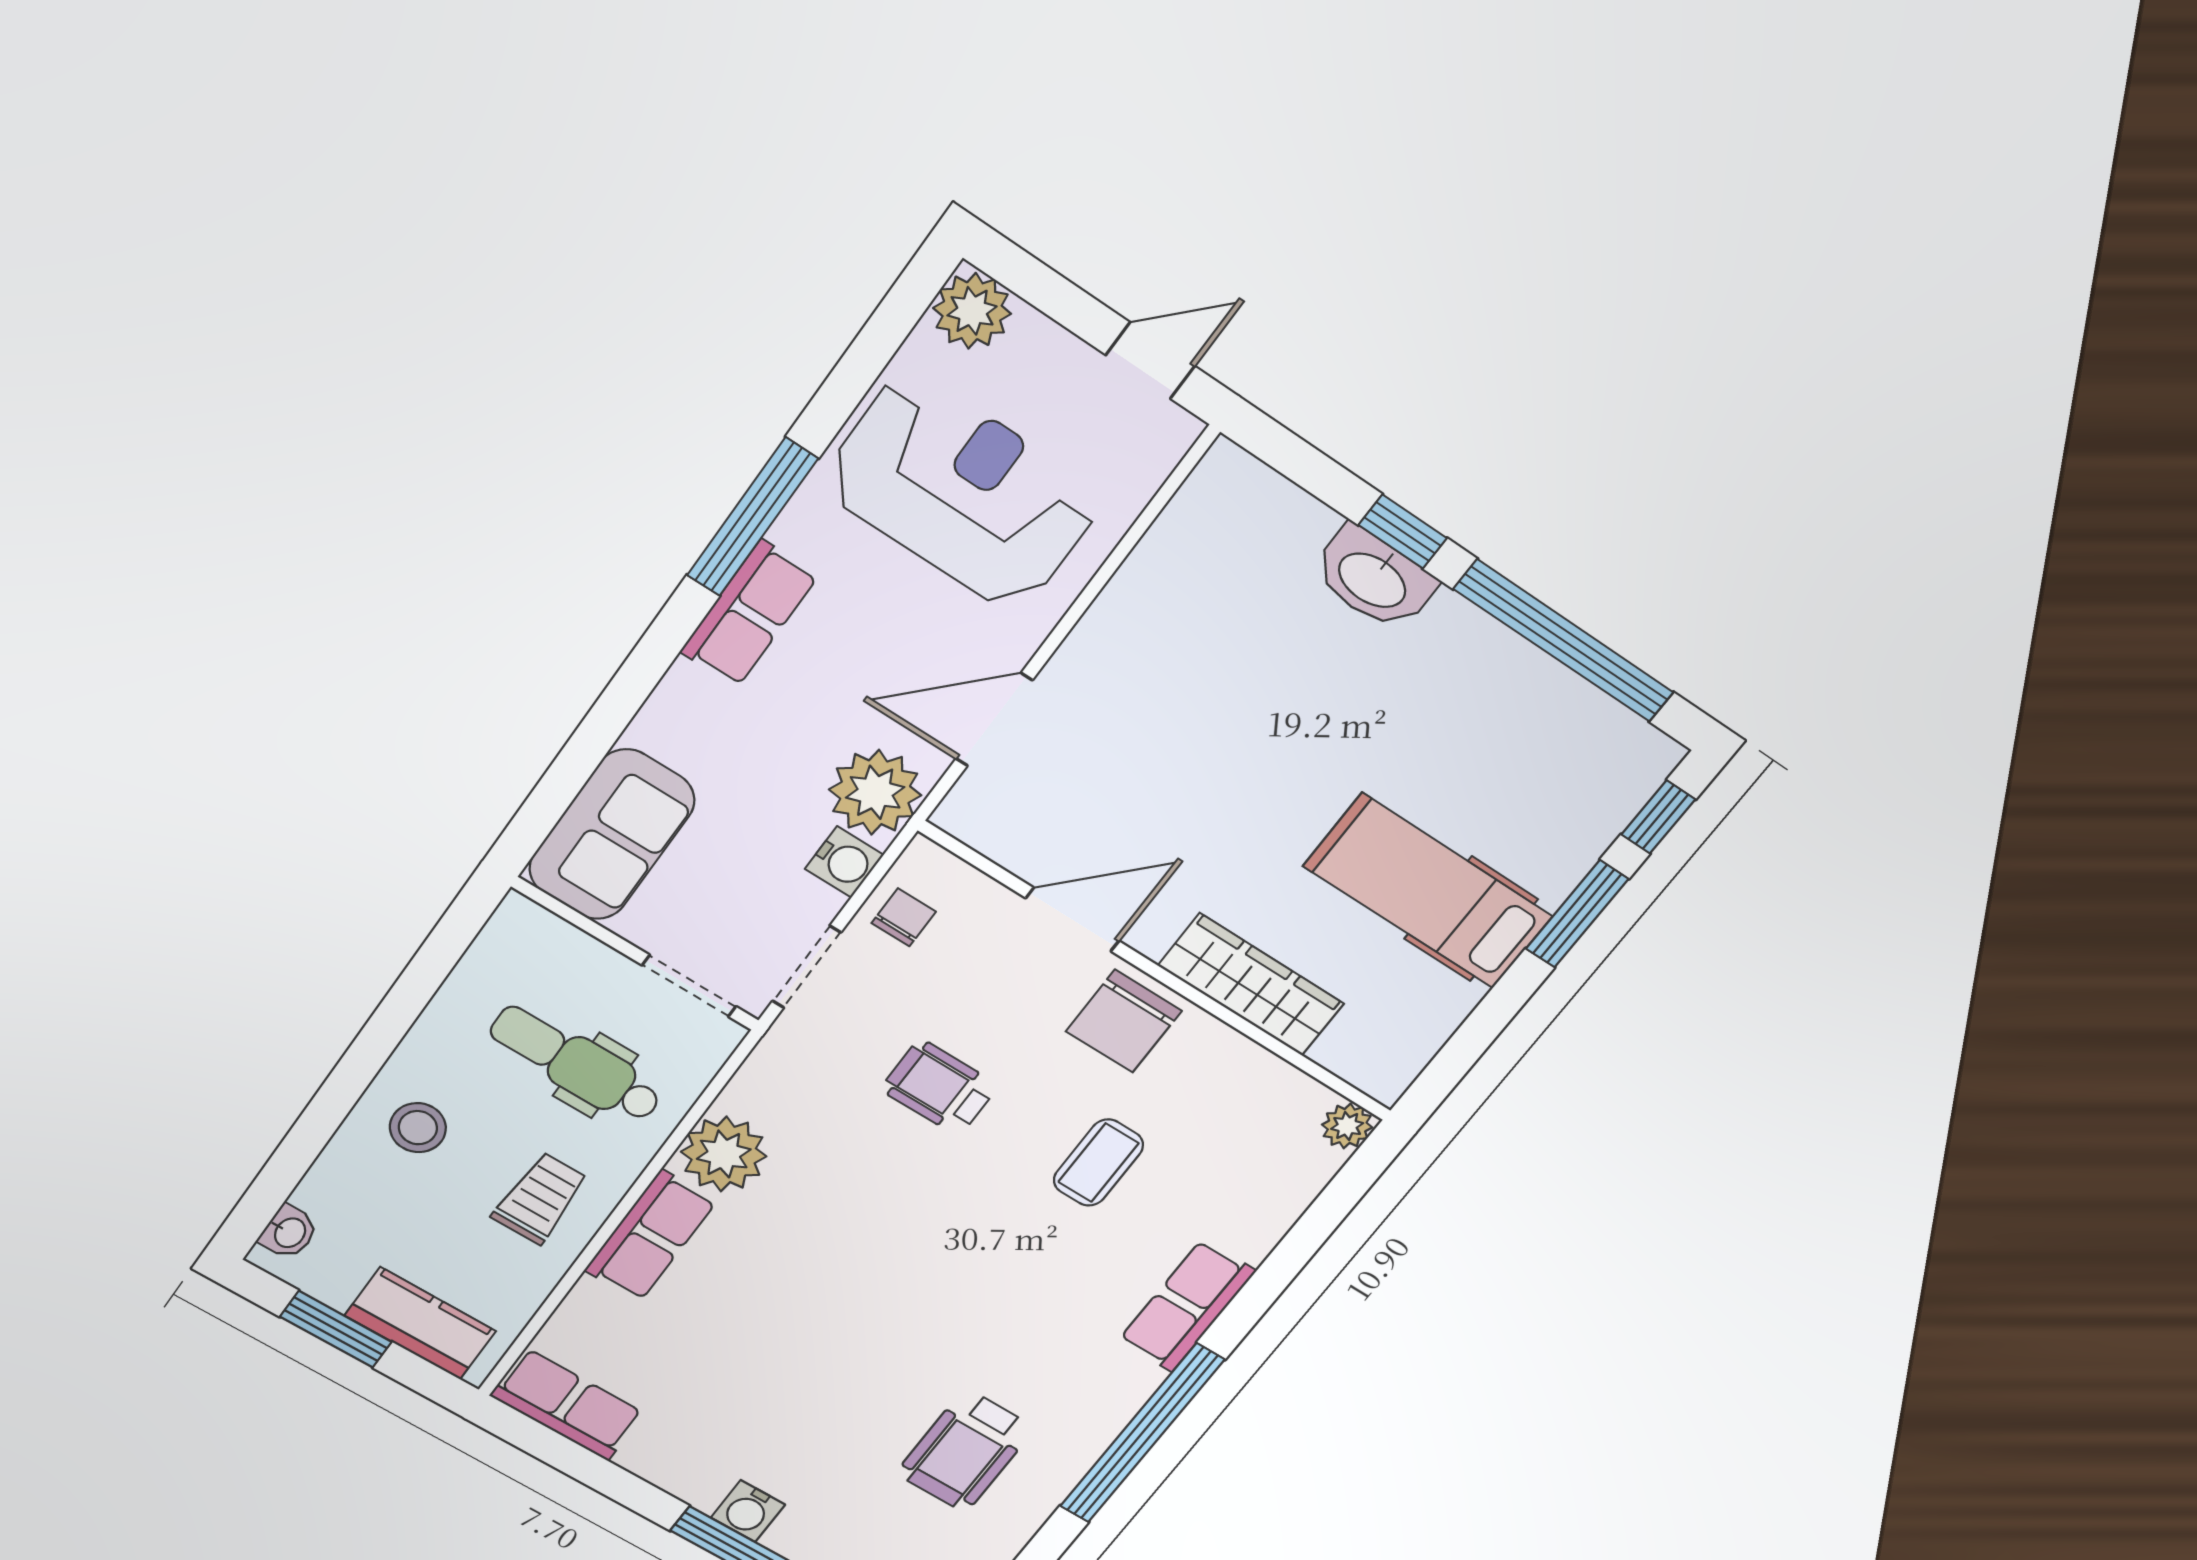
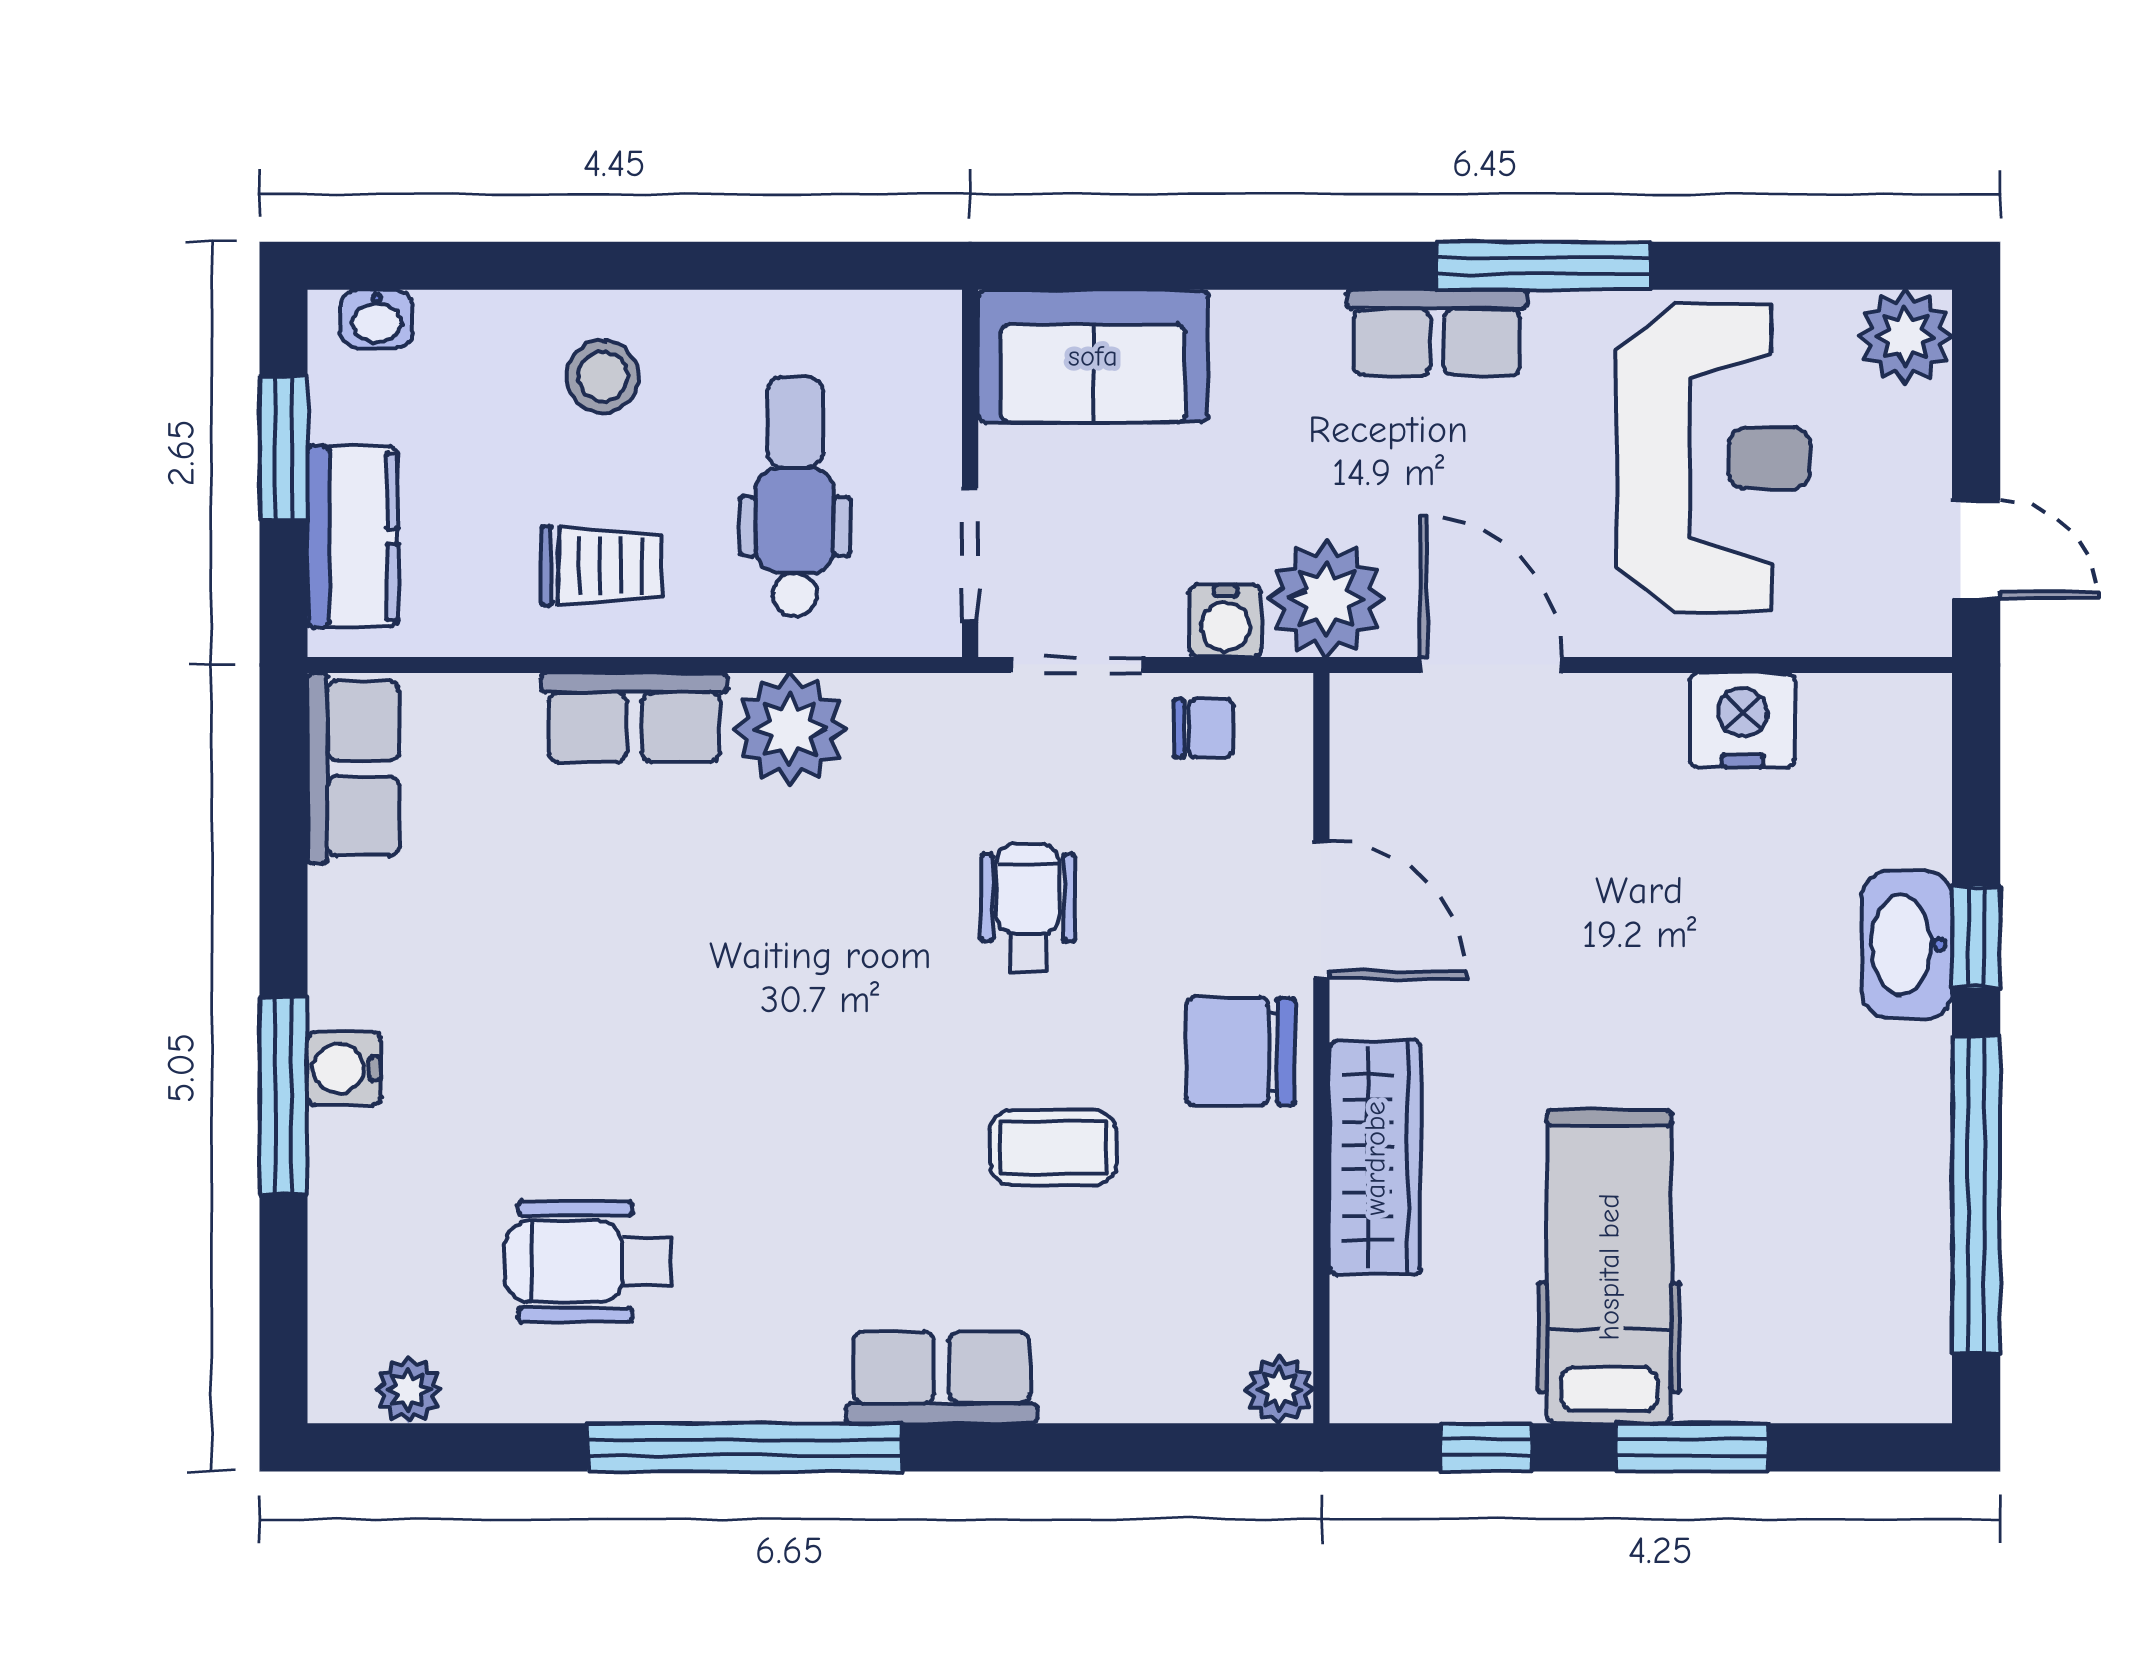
nightstand: (1149, 586) -> (1743, 720), added
window: (1658, 817) -> (1486, 1447), moved

